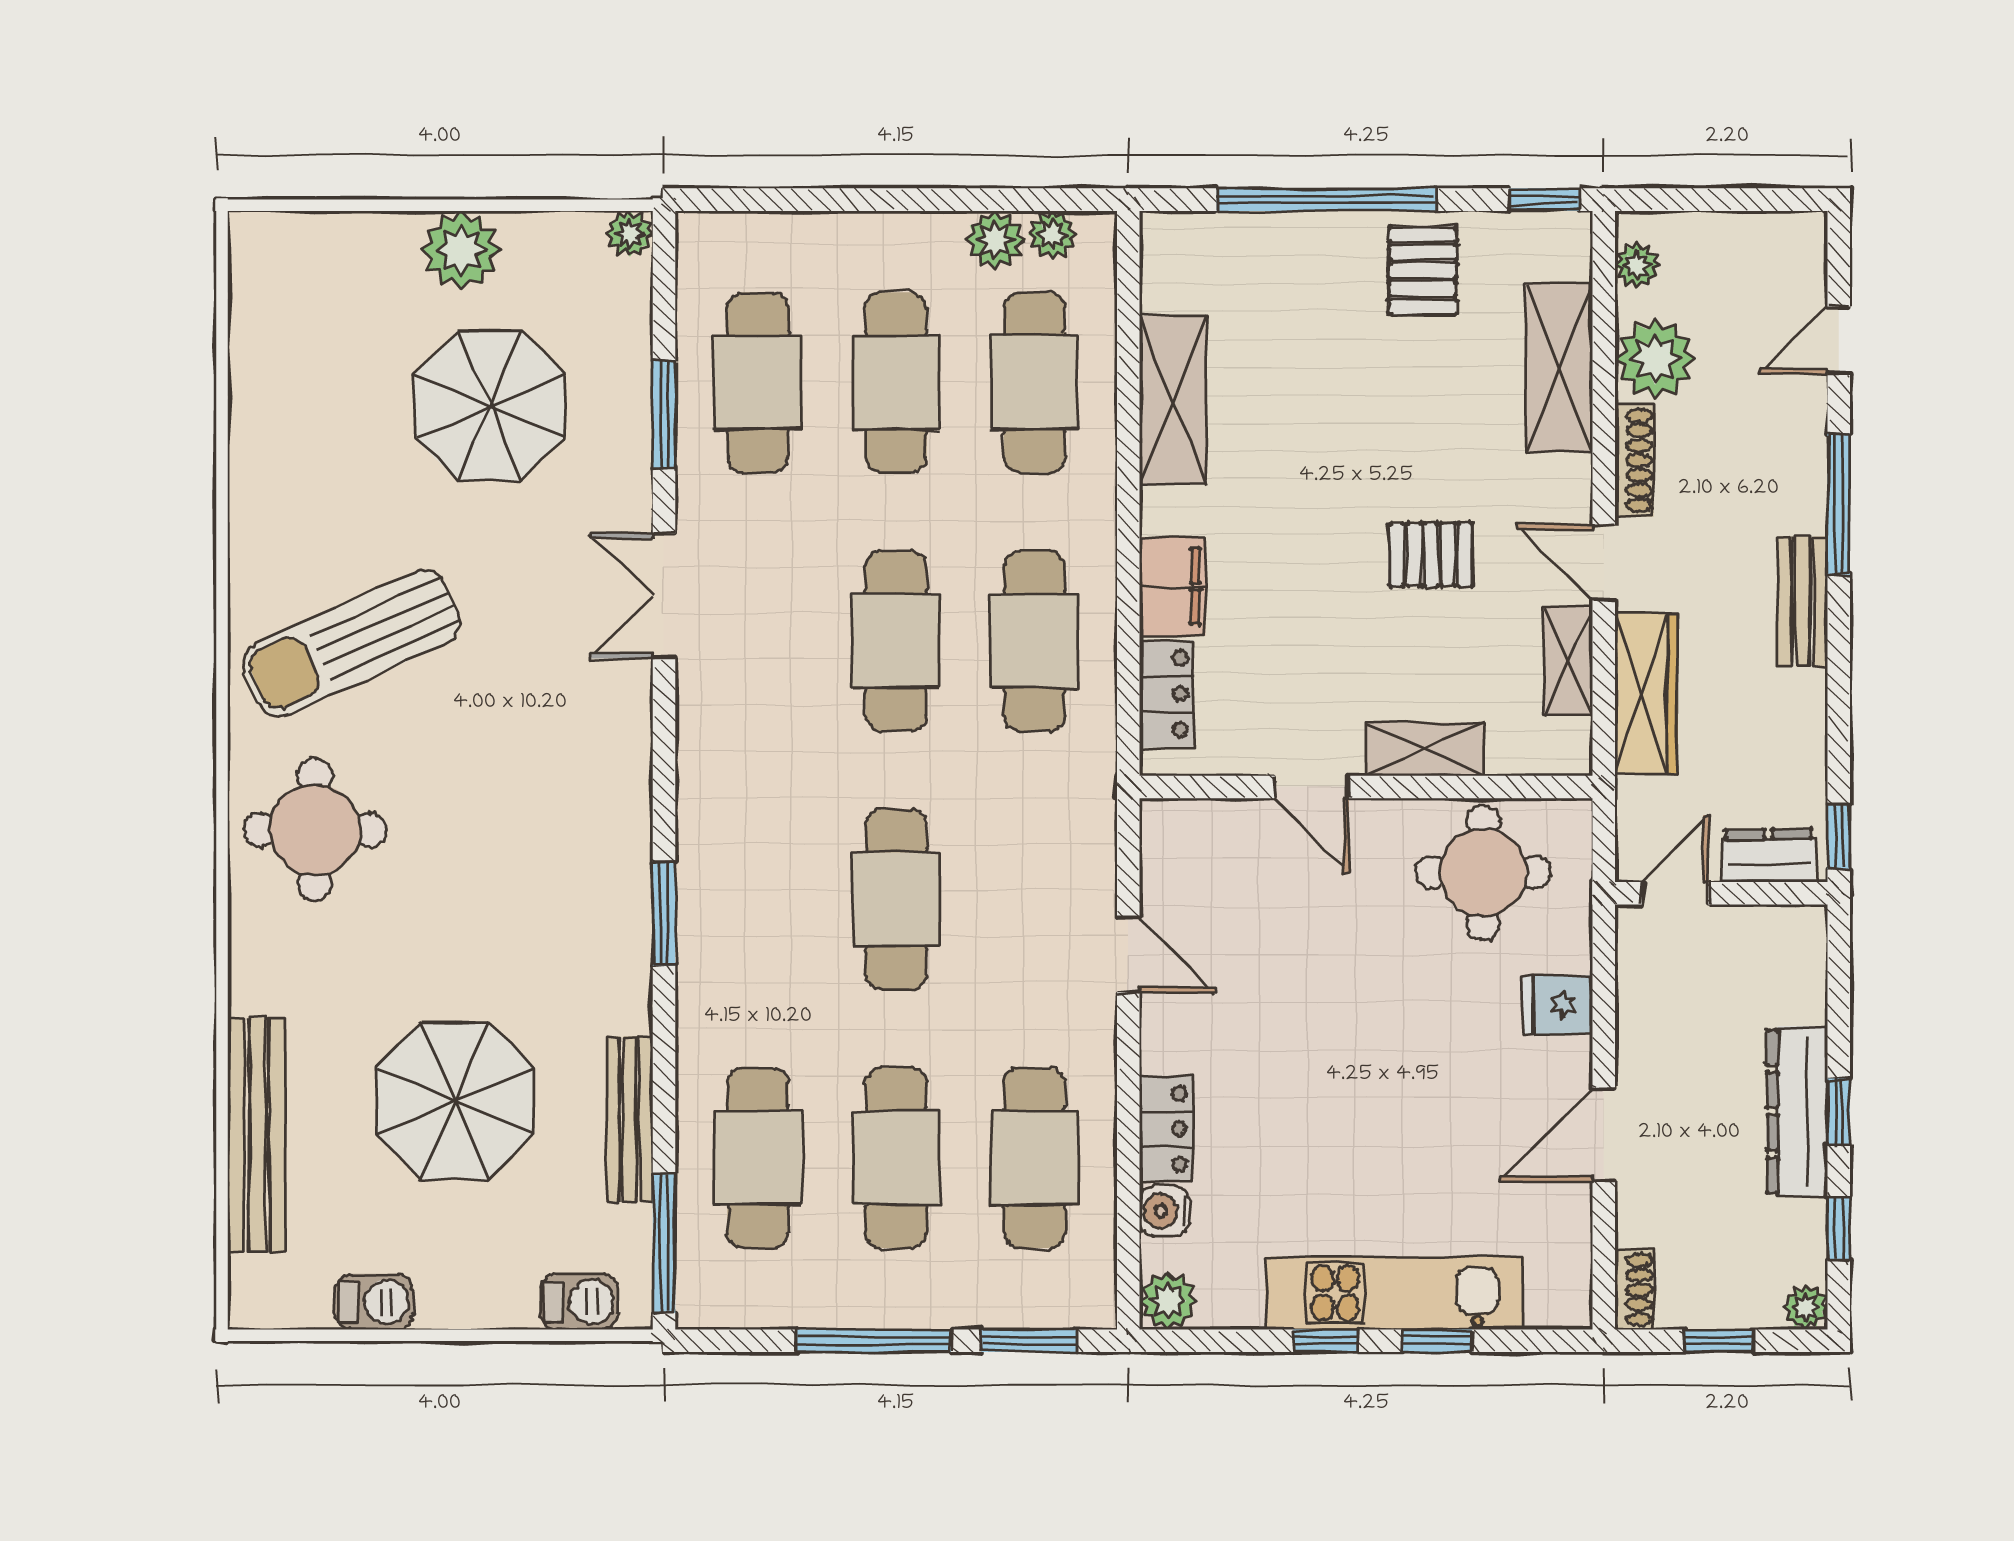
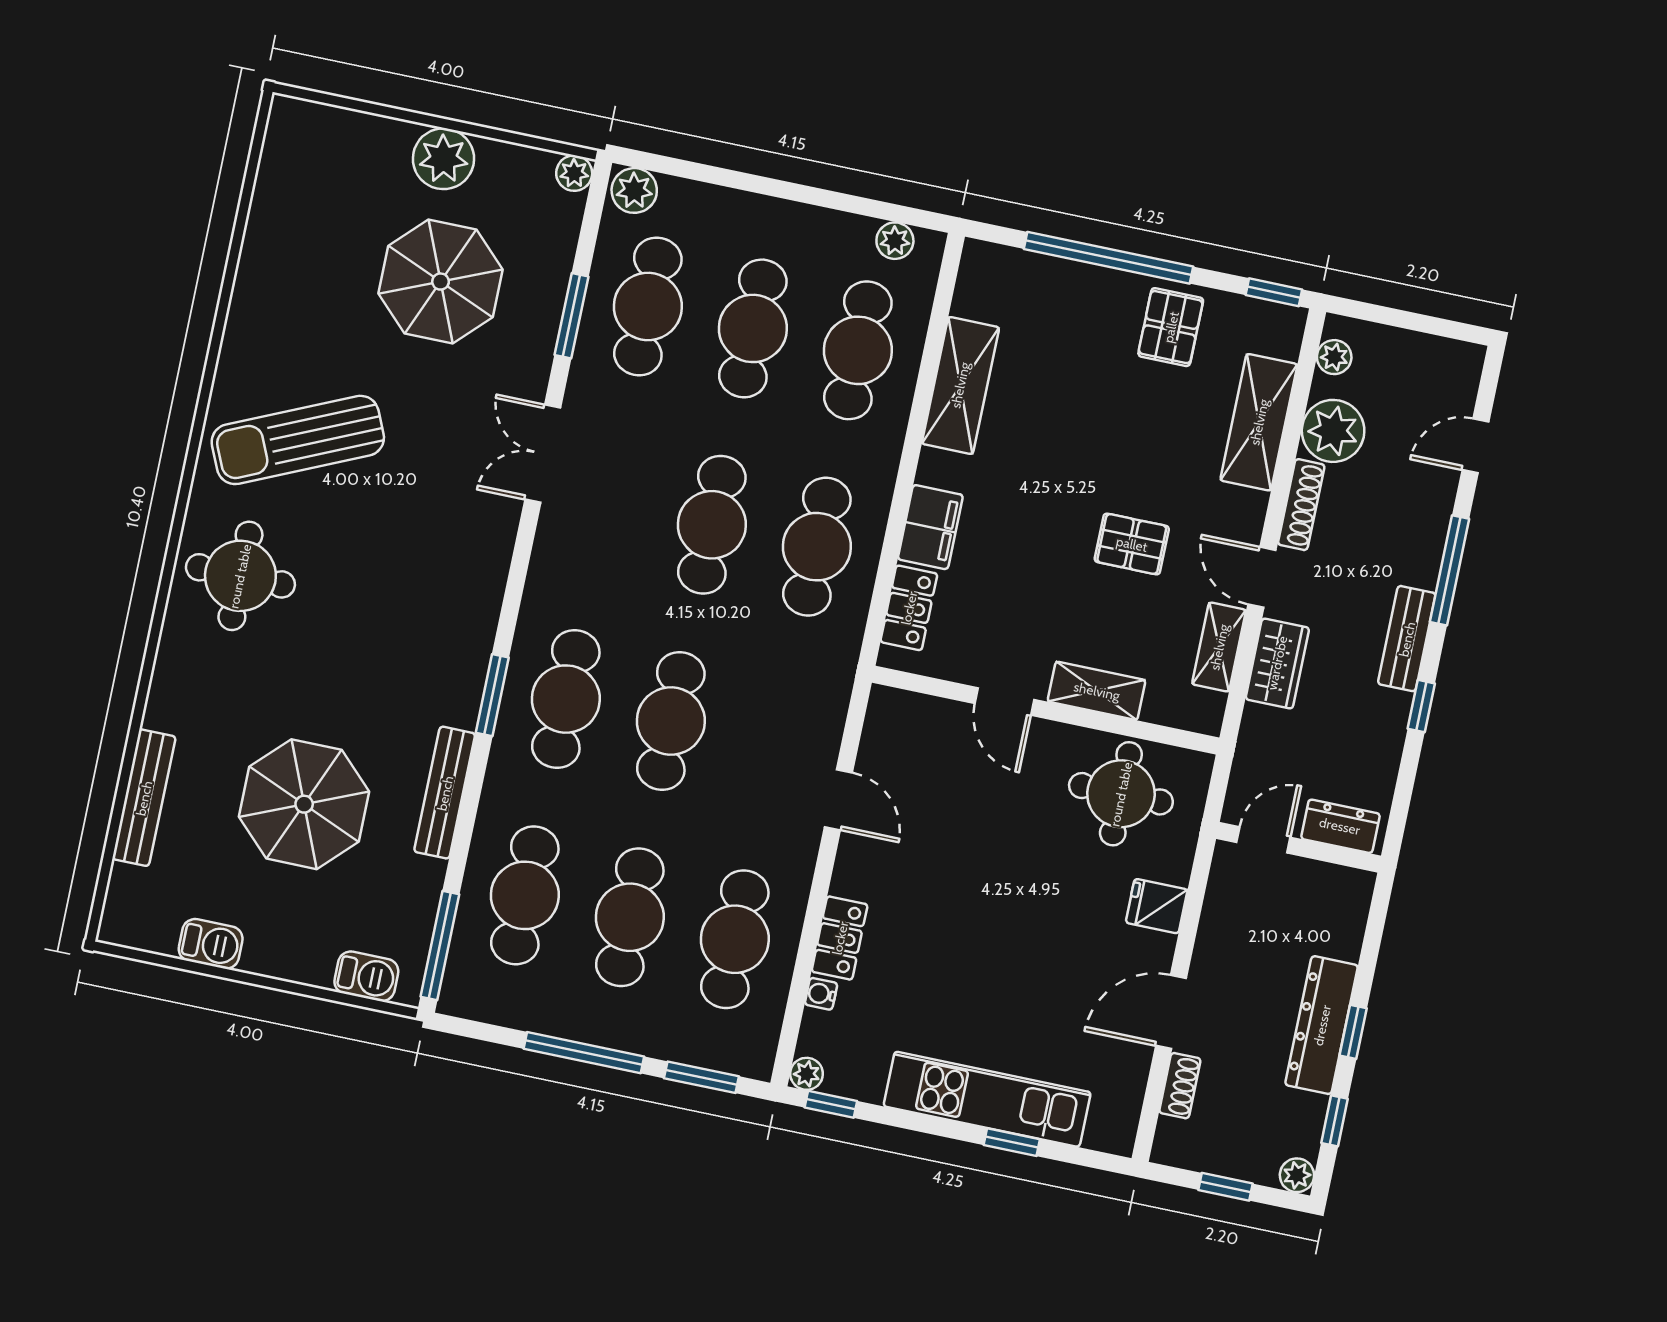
plant: (995, 240) -> (634, 190), moved
wardrobe: (1646, 694) -> (1277, 663), width x0.67
window: (1839, 836) -> (1421, 706), moved
cafe table: (758, 899) -> (566, 699), added
bench: (630, 1119) -> (445, 793), moved
bench: (257, 1135) -> (144, 798), width x0.73, depth x0.82
water cooler: (1164, 1211) -> (821, 994), width x0.72, depth x0.72
shoe rack: (1634, 1290) -> (1180, 1086), moved
plant: (1168, 1301) -> (807, 1074), width x0.73, depth x0.73
window: (1326, 1341) -> (831, 1104), moved

